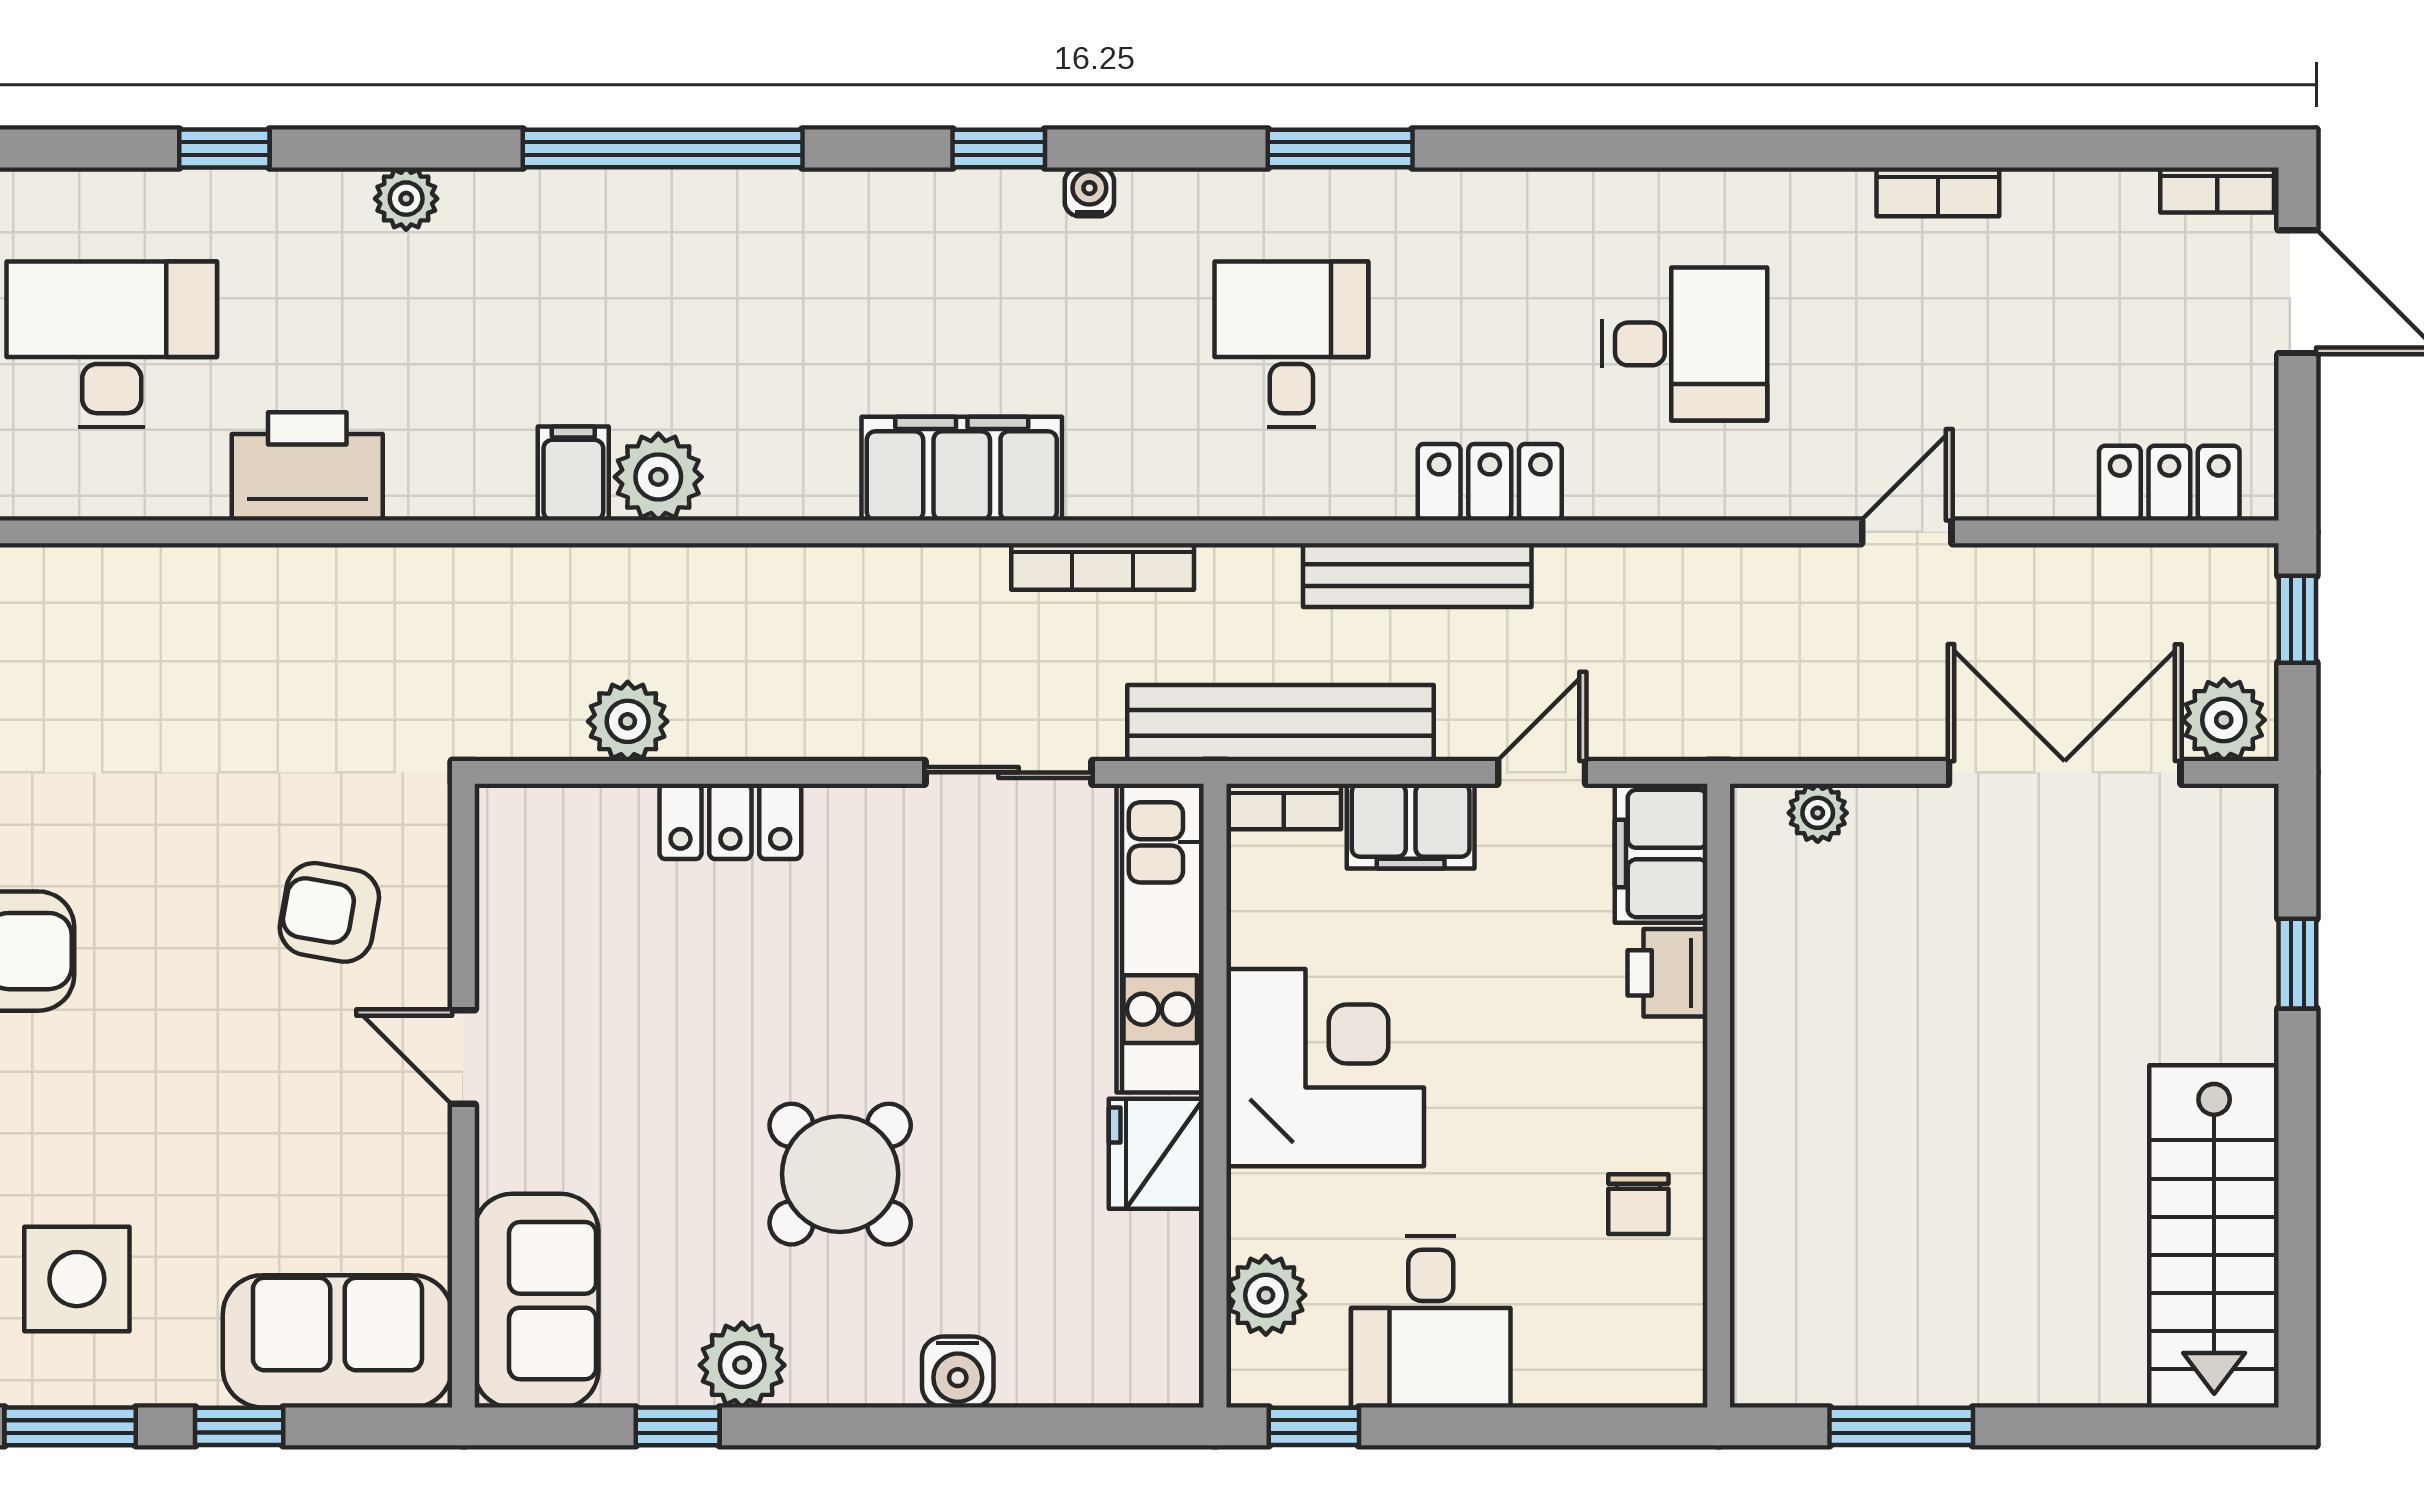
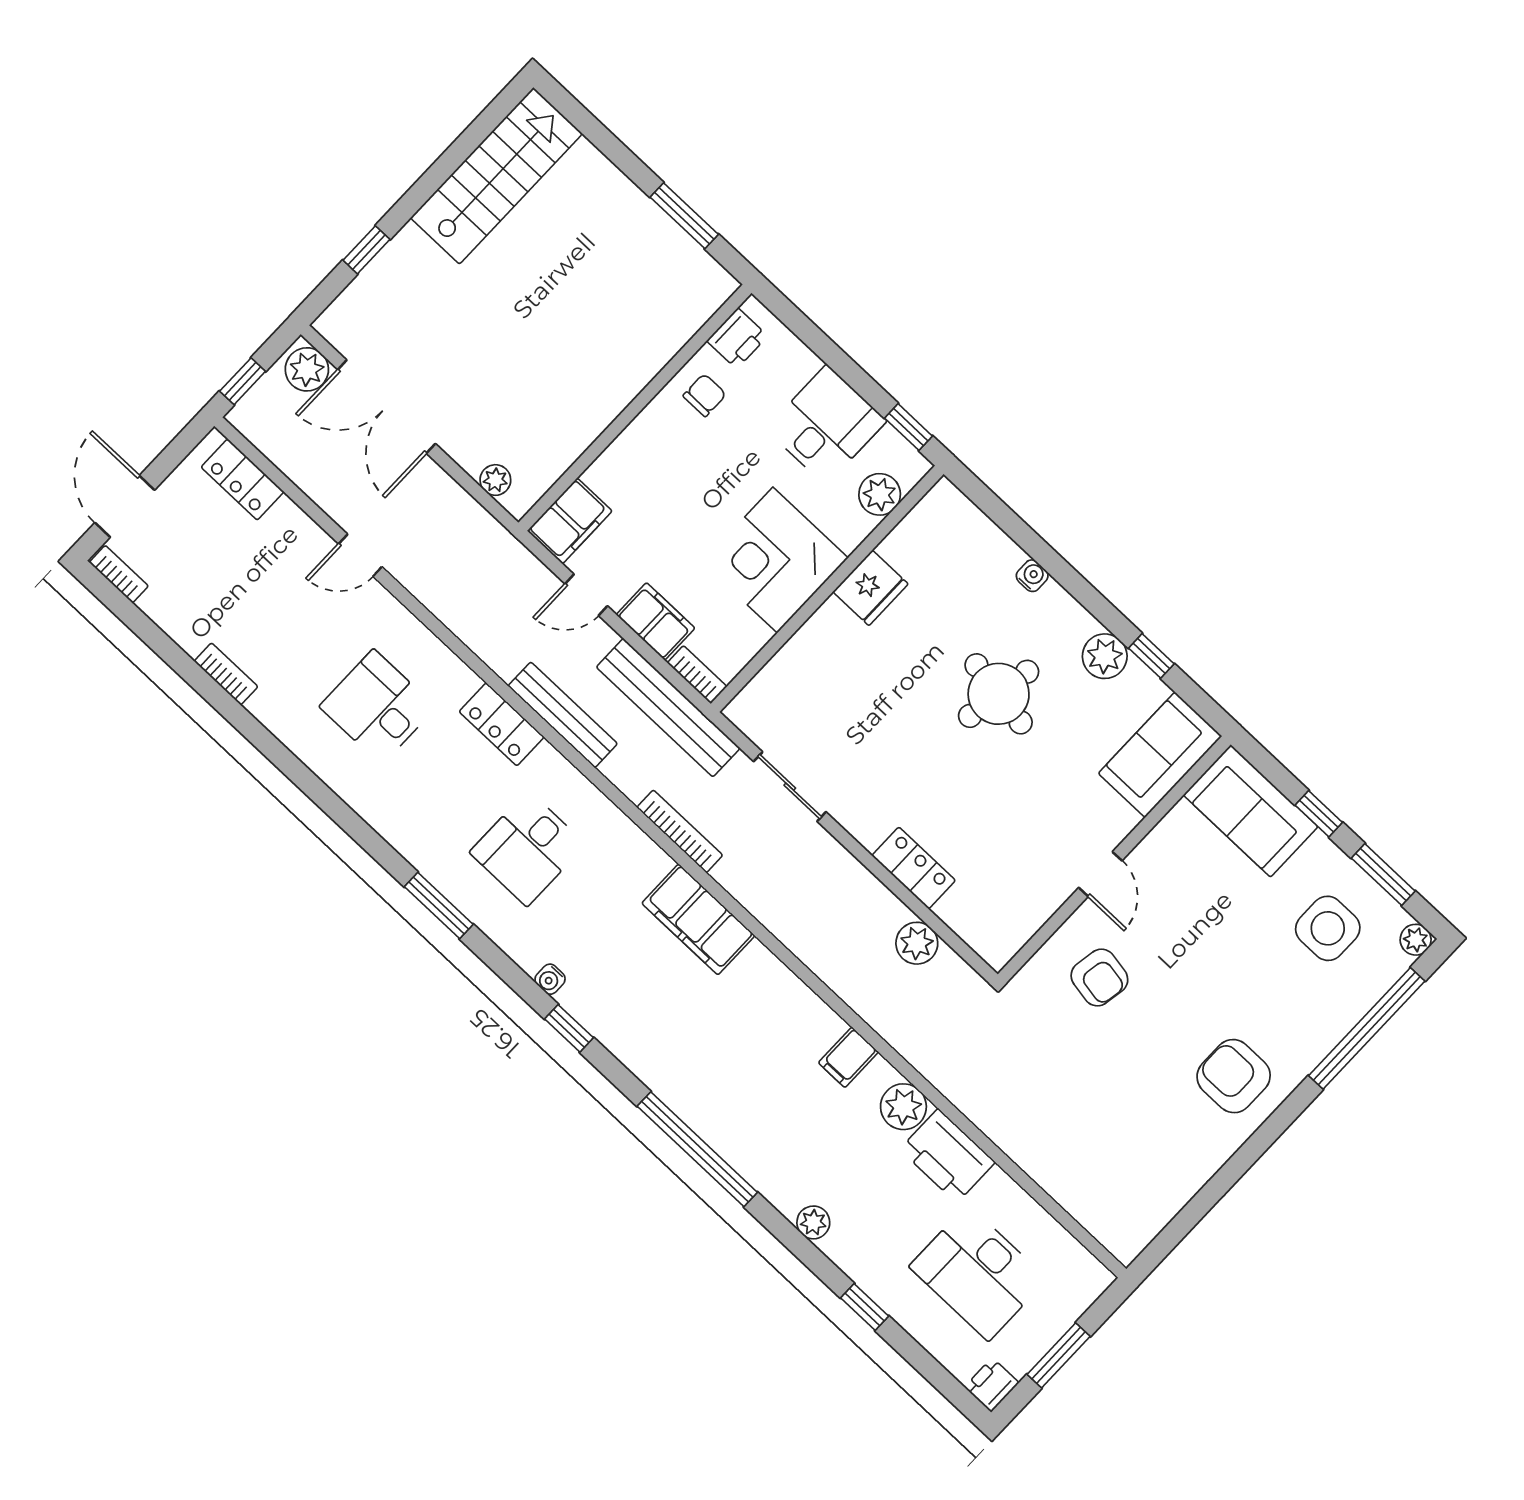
plant: (658, 477) -> (903, 1107), moved
kitchen unit: (1160, 938) -> (791, 669), removed
printer: (1667, 973) -> (737, 338), moved
round table: (840, 1174) -> (999, 694), turned -36
water cooler: (958, 1372) -> (1032, 576), width x0.72, depth x0.72

